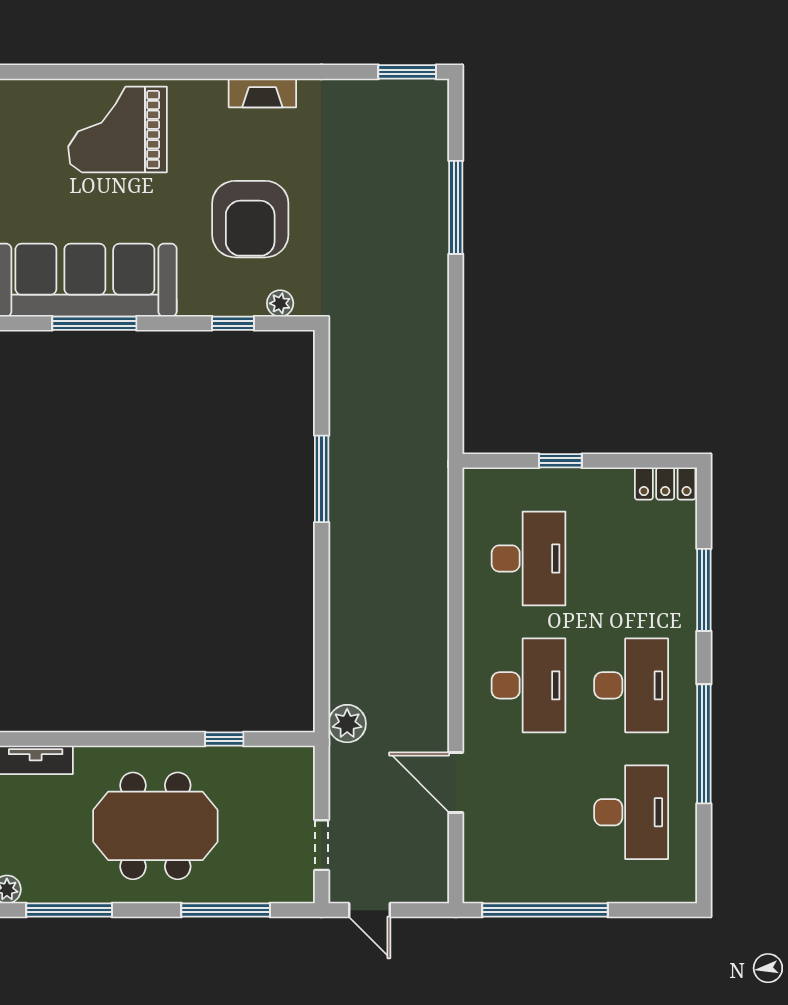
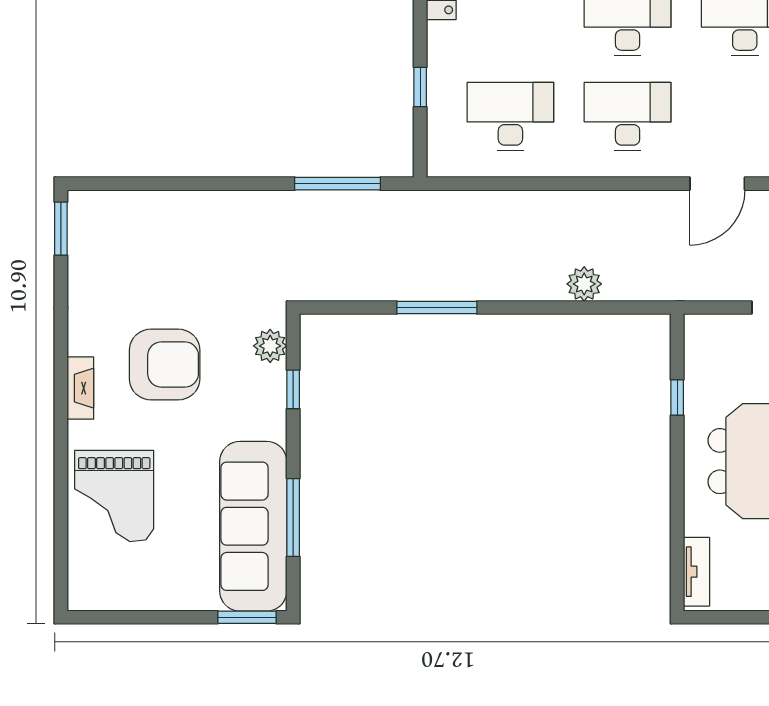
fireplace: (262, 93) -> (80, 388), moved
window: (456, 207) -> (338, 184), moved
armchair: (250, 219) -> (165, 364), moved
plant: (280, 303) -> (270, 346), width x1.38, depth x1.38
plant: (347, 724) -> (584, 284), moved

